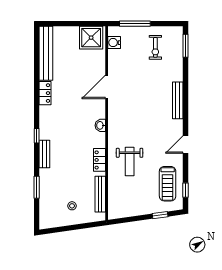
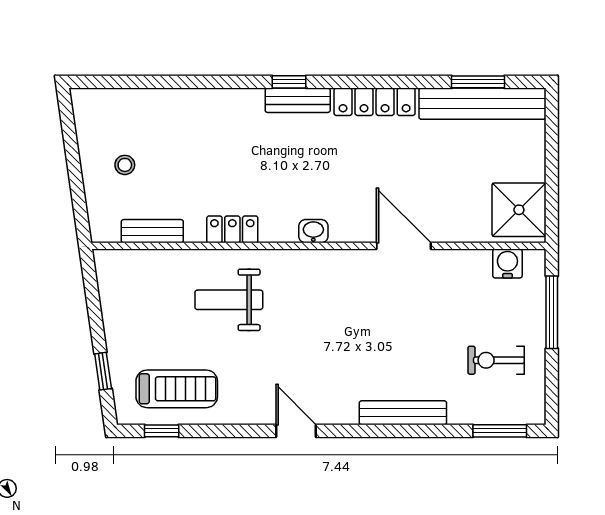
locker: (45, 93) -> (375, 102), width x1.53
bench: (178, 100) -> (403, 413), moved
door: (186, 145) -> (296, 431), moved
bench: (44, 154) -> (298, 100), moved
treadmill: (168, 184) -> (177, 389), turned 180
window: (37, 187) -> (478, 82), moved
bench: (100, 194) -> (152, 231), width x0.73

